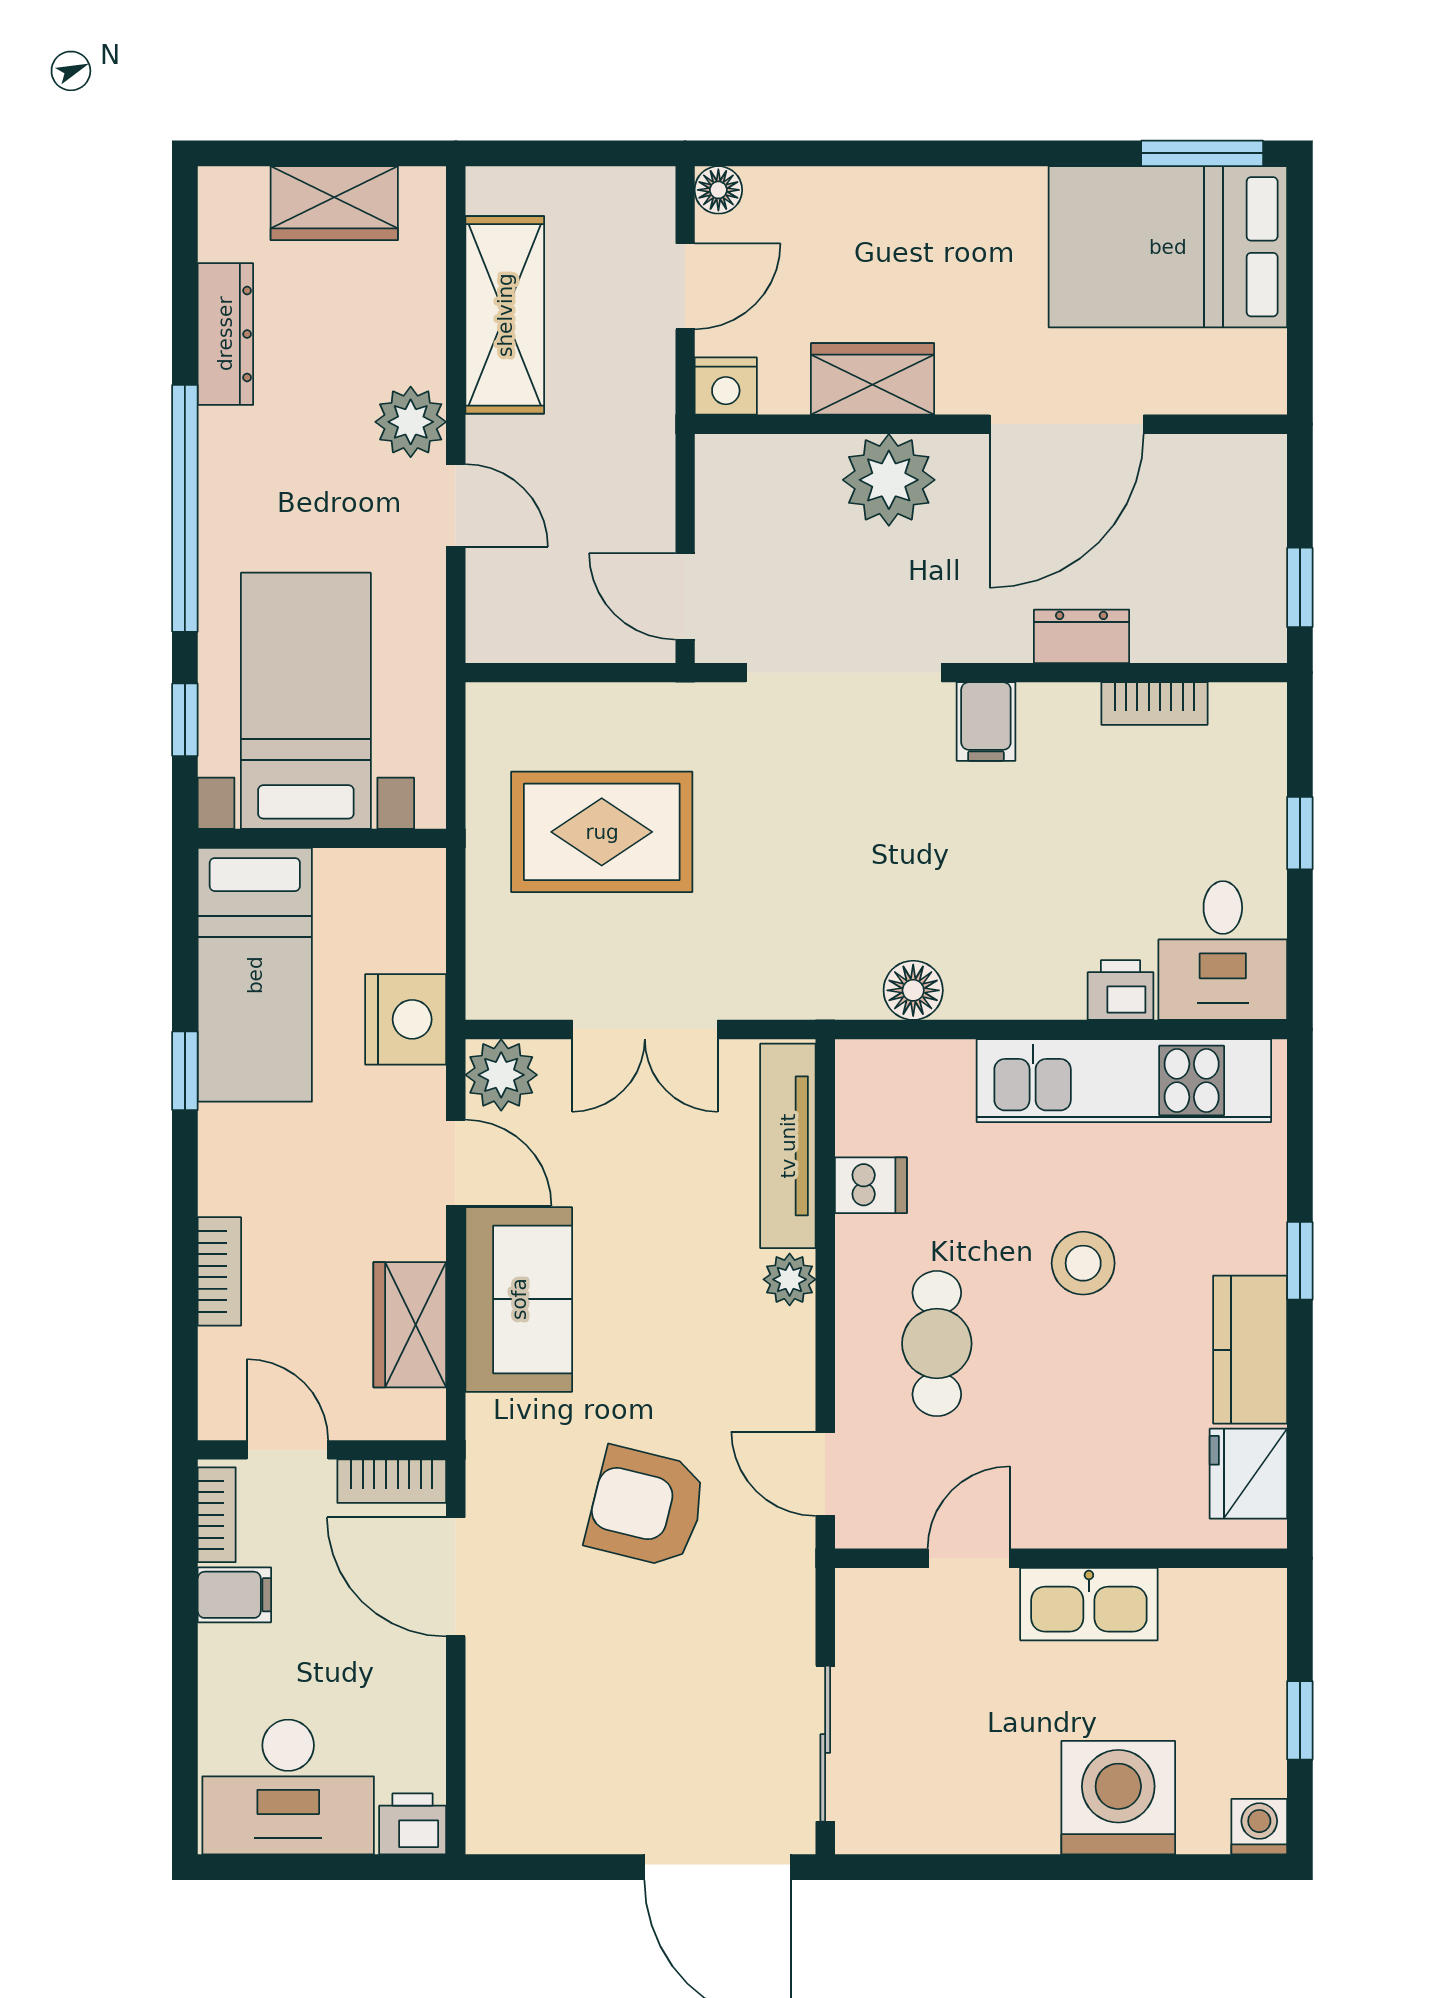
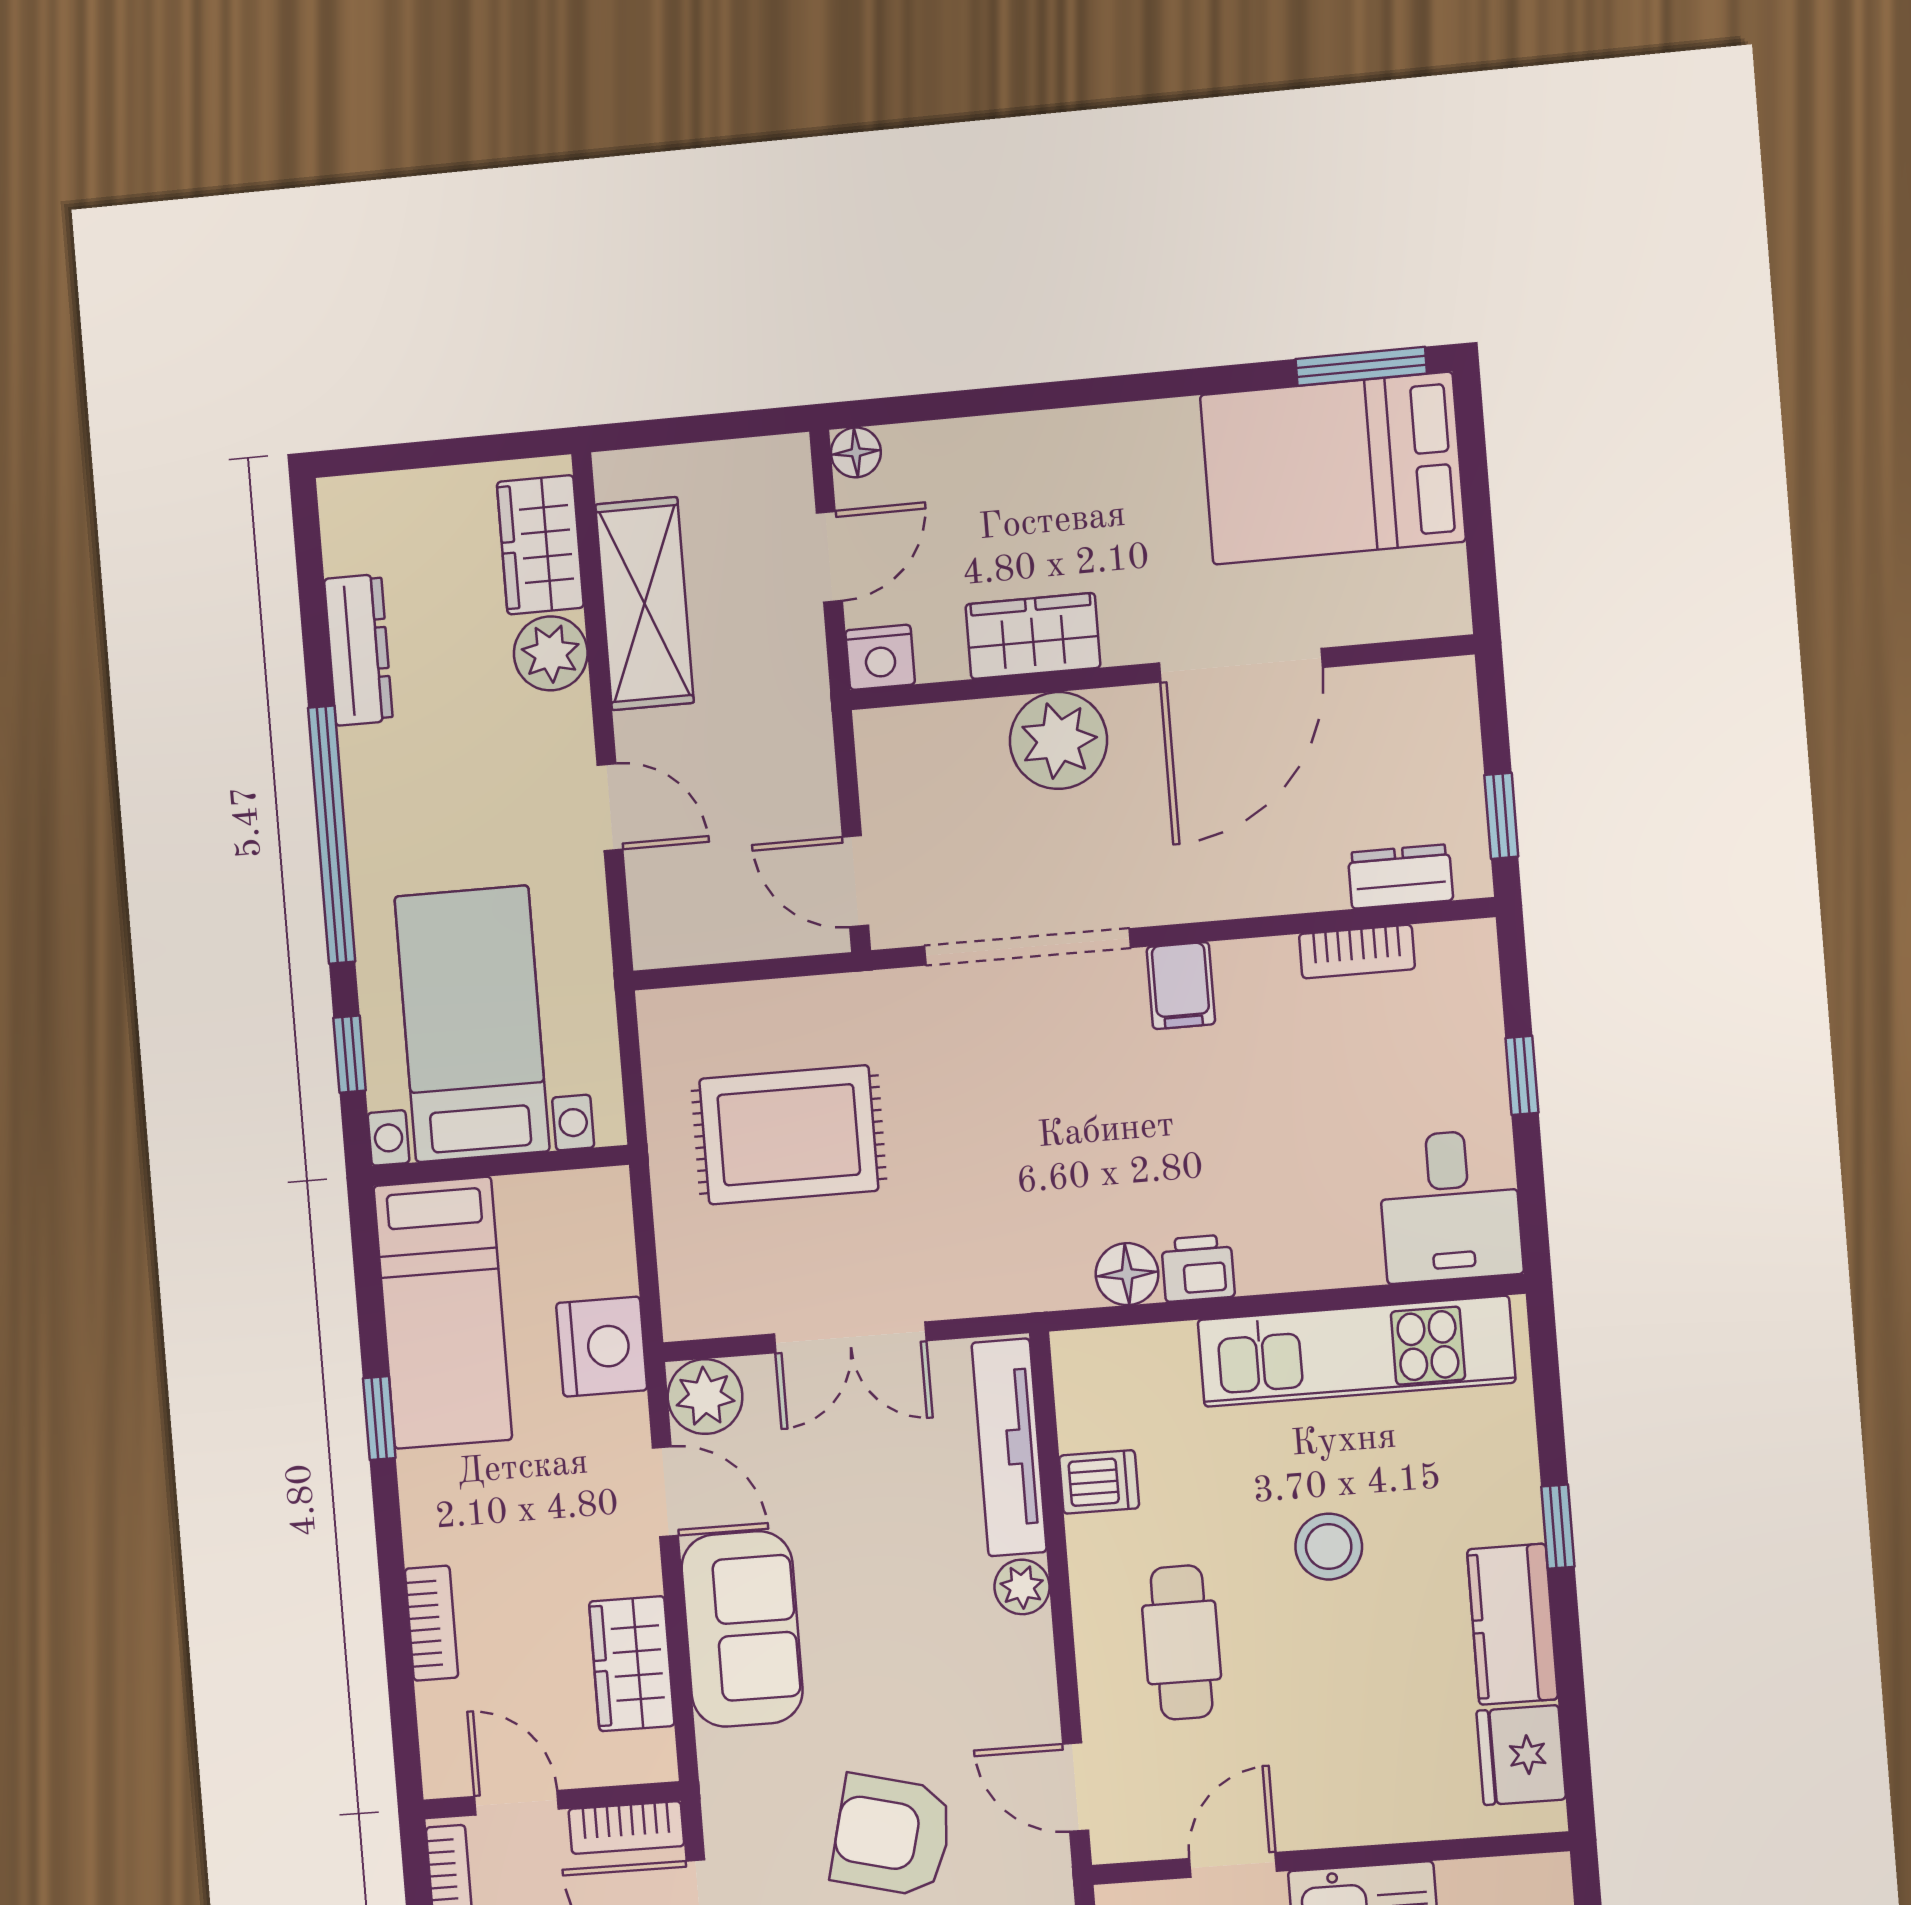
wardrobe: (334, 203) -> (540, 545), moved, turned 90
plant: (411, 422) -> (551, 653), moved
dresser: (1082, 636) -> (1400, 876), moved
printer: (1121, 990) -> (1198, 1268), moved

